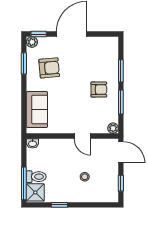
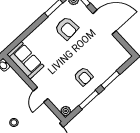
sofa: (37, 110) -> (25, 60), moved, turned -90

